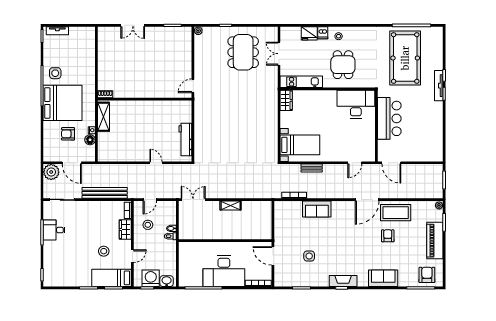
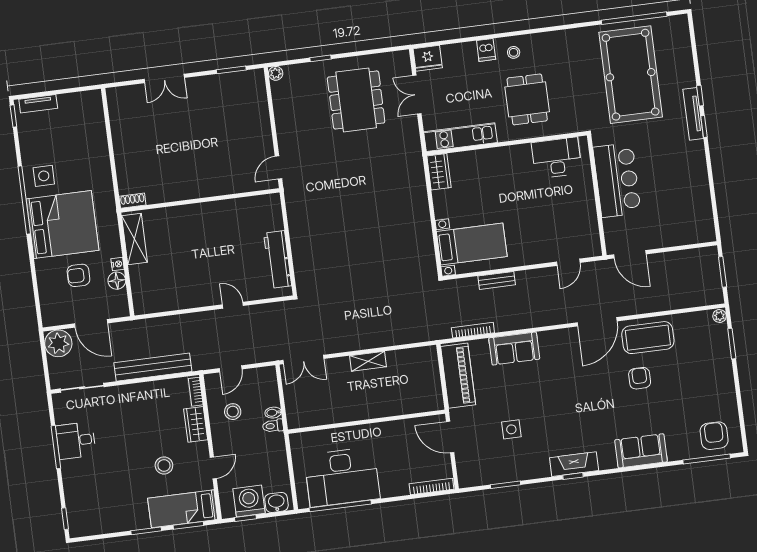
fridge: (309, 33) -> (428, 58), moved
desk: (356, 104) -> (557, 158), width x0.73, depth x0.77
double door: (193, 200) -> (303, 359), swing flipped
piano: (435, 241) -> (458, 376), moved, turned 180
desk: (224, 271) -> (342, 477), moved

